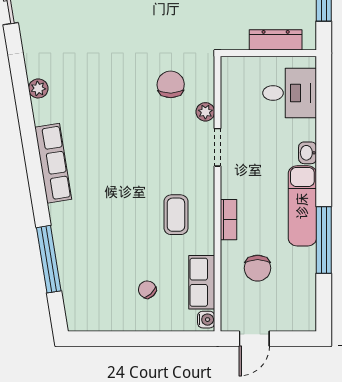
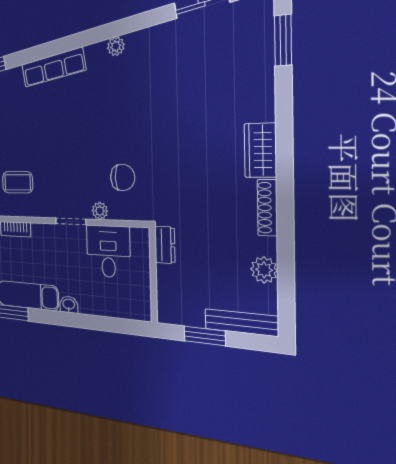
dresser: (276, 40) -> (165, 245), moved, width x0.70
desk: (290, 93) -> (108, 251), moved, turned 180

